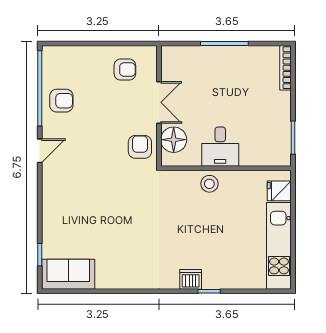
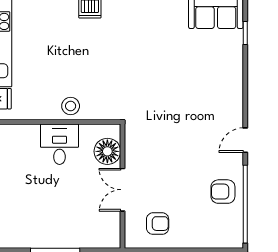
armchair: (125, 70) -> (158, 224), turned 180
armchair: (140, 147) -> (142, 144), removed

